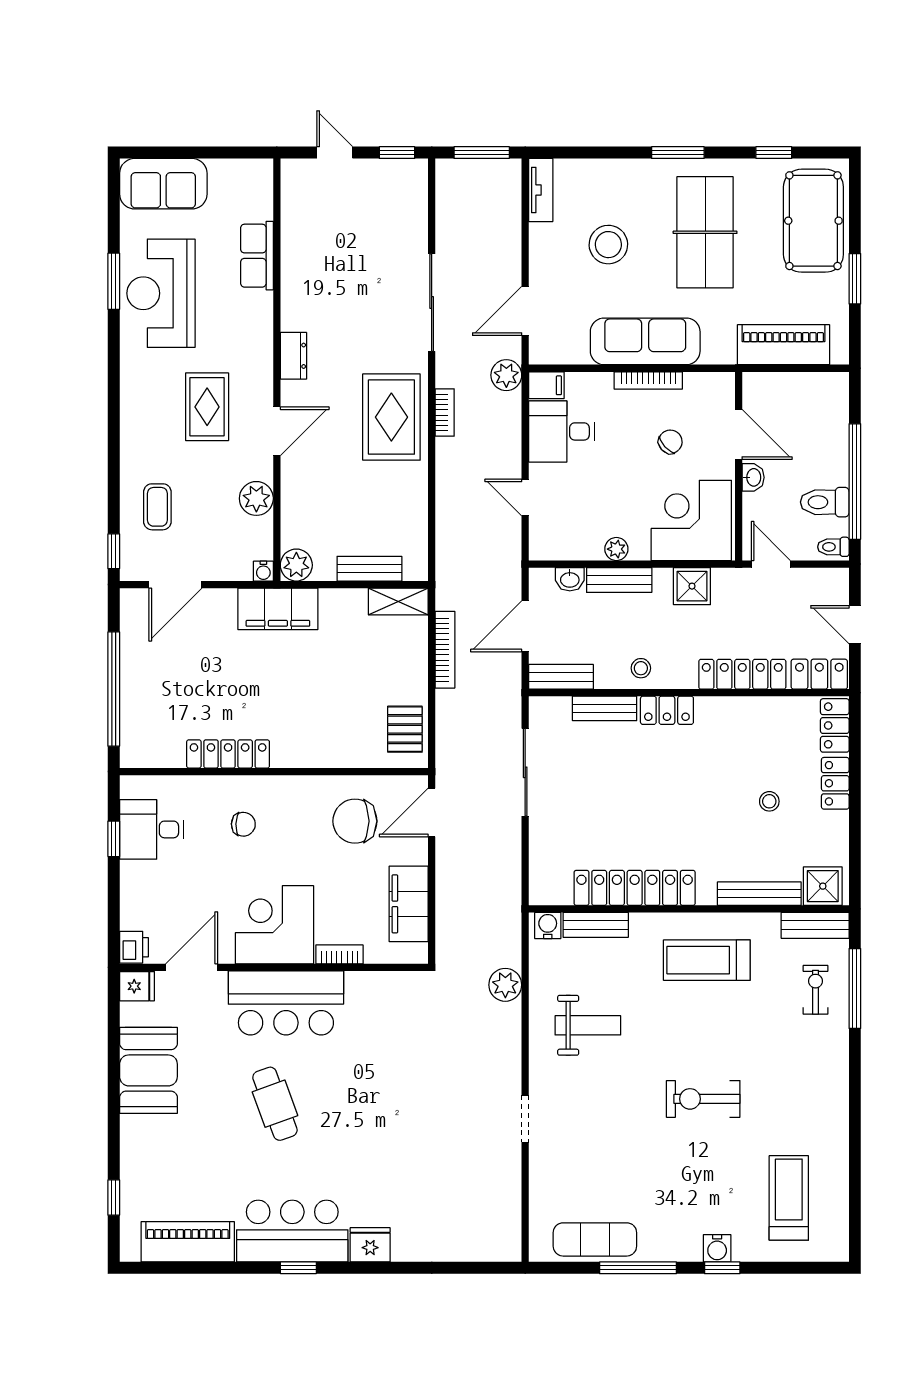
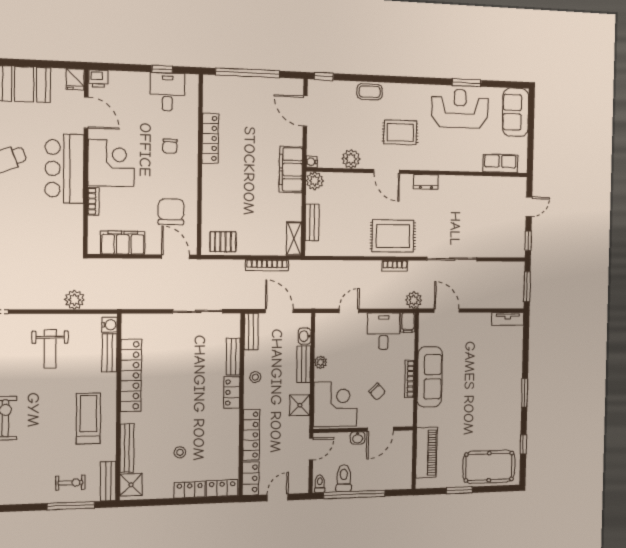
table tennis table: (705, 232) -> (484, 408), removed
stool: (608, 245) -> (479, 356), removed
row of seats: (257, 256) -> (500, 163), moved
coffee table: (157, 507) -> (370, 92), moved

